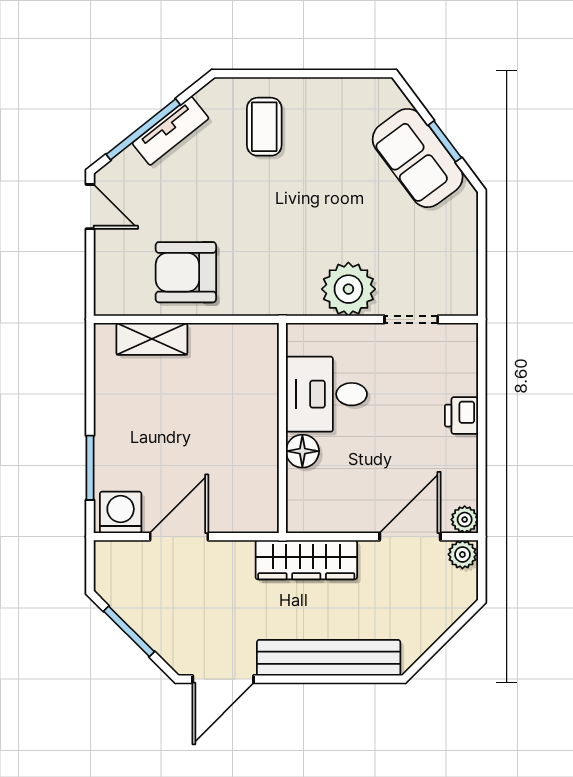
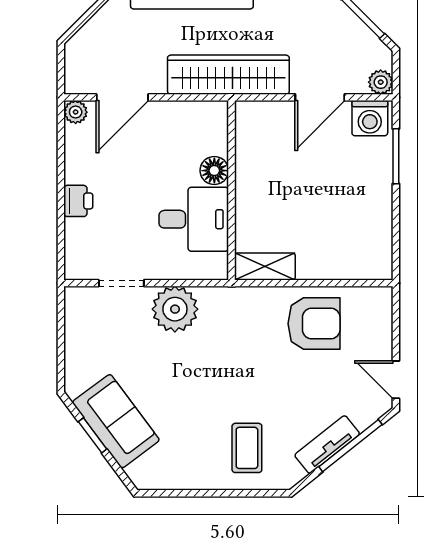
shelving: (152, 339) -> (265, 266), moved
plant: (462, 554) -> (381, 82), moved
wardrobe: (306, 560) -> (228, 75), width x1.40, depth x1.17

